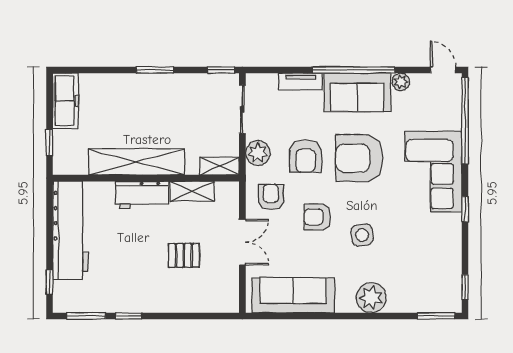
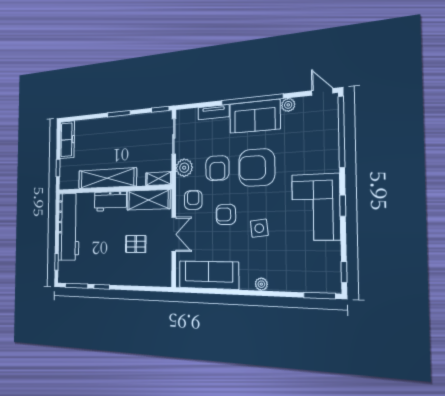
corner sofa: (433, 171) -> (316, 207), moved
shelving: (192, 191) -> (148, 200), width x1.50, depth x1.33
plant: (371, 298) -> (261, 284), width x0.53, depth x0.53

